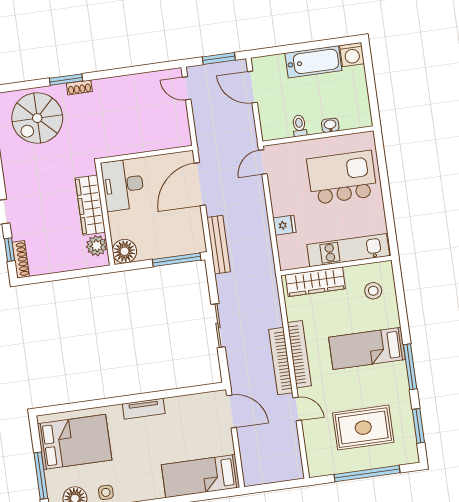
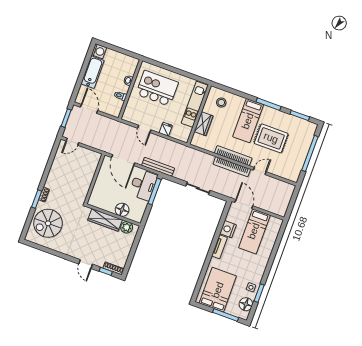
door: (252, 87) -> (89, 109), swing flipped
spiral stairs: (37, 118) -> (48, 223), turned 90
door: (263, 162) -> (144, 129), moved
kitchen island: (342, 177) -> (157, 88), turned 90
desk: (123, 185) -> (143, 185), moved, turned -90
floor lamp: (124, 251) -> (122, 210), moved
wardrobe: (315, 282) -> (204, 124), width x0.67
nightstand: (179, 407) -> (228, 229), added
door: (231, 411) -> (244, 204), hinge flipped
rug: (363, 428) -> (271, 138), moved, turned 90
bed: (201, 476) -> (254, 231), moved

